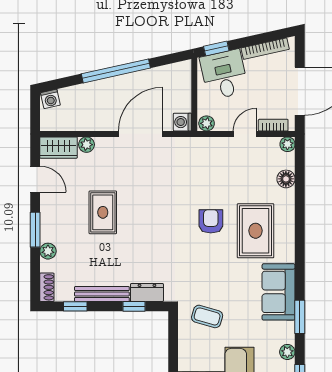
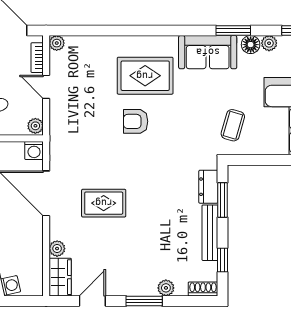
floor lamp: (286, 179) -> (251, 45), moved
rug: (103, 212) -> (104, 203), moved
window: (134, 306) -> (223, 200), width x1.50

